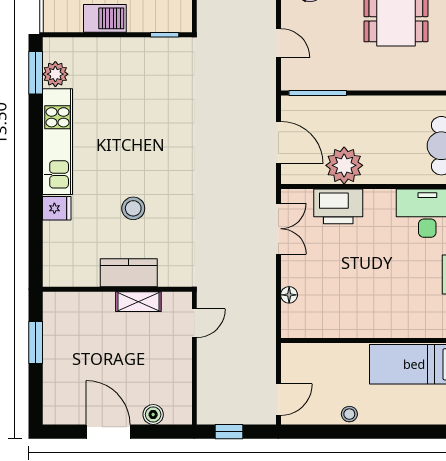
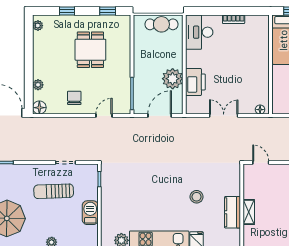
double door: (278, 229) -> (224, 116), moved
kitchen counter: (129, 273) -> (233, 212), moved
floor lamp: (289, 295) -> (260, 110), moved
shelving: (138, 302) -> (249, 212), moved

